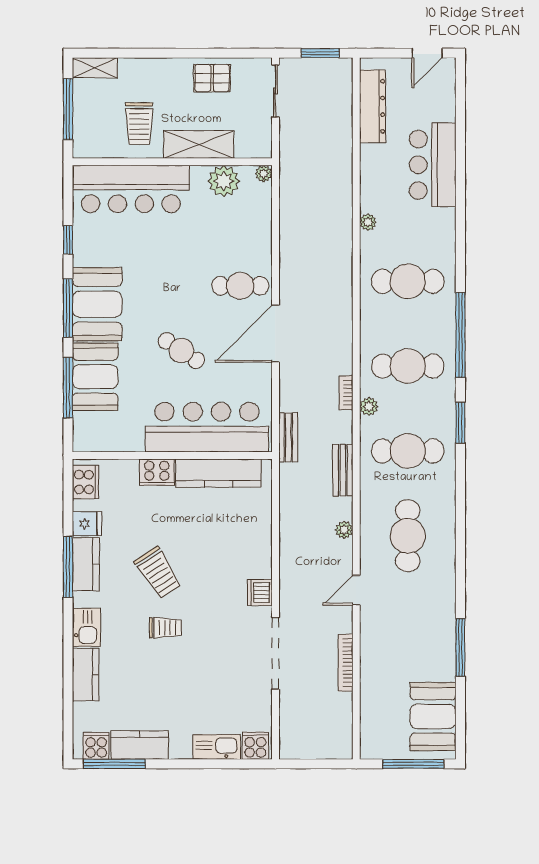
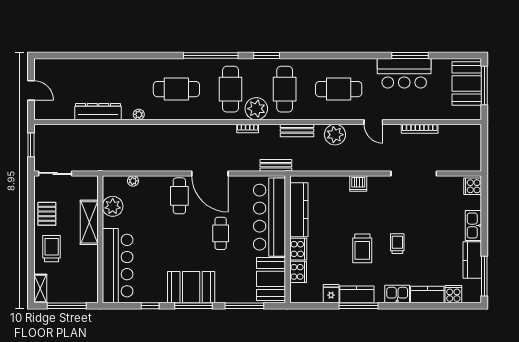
door: (427, 53) -> (31, 90), moved
dresser: (372, 106) -> (98, 112), moved
trolley: (139, 124) -> (52, 249), moved, turned -90
bar counter: (433, 165) -> (404, 73), moved
plant: (264, 174) -> (133, 181), moved
cafe table: (408, 281) -> (176, 89), turned 90
cafe table: (181, 351) -> (221, 233), turned -33
booth: (95, 377) -> (271, 279), moved, turned 90
plant: (369, 406) -> (256, 109), width x1.87, depth x1.87
cooker: (85, 482) -> (298, 272), moved, turned 90
plant: (344, 530) -> (335, 135), width x1.88, depth x1.88
trolley: (158, 573) -> (362, 248), turned 123
dishwasher: (260, 593) -> (358, 183), moved
booth: (433, 716) -> (467, 84), moved, turned 90
cooker: (96, 746) -> (453, 294), moved, turned 90
kitchen sink: (217, 747) -> (473, 225), moved

